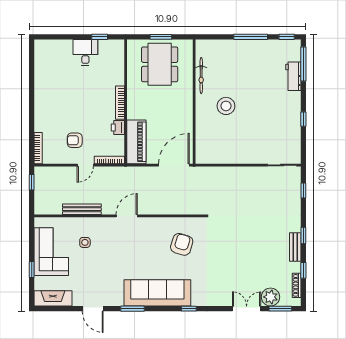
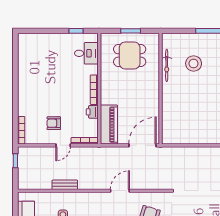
desk: (85, 52) -> (86, 53), moved, turned 90
dining table: (160, 64) -> (130, 55), width x0.73
stool: (226, 106) -> (194, 63), moved
bench: (82, 209) -> (65, 185), width x0.73
door: (127, 216) -> (120, 191), moved

